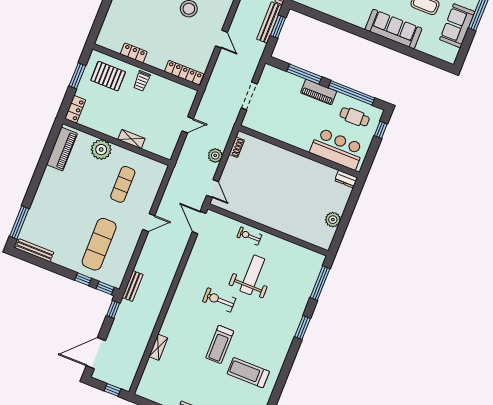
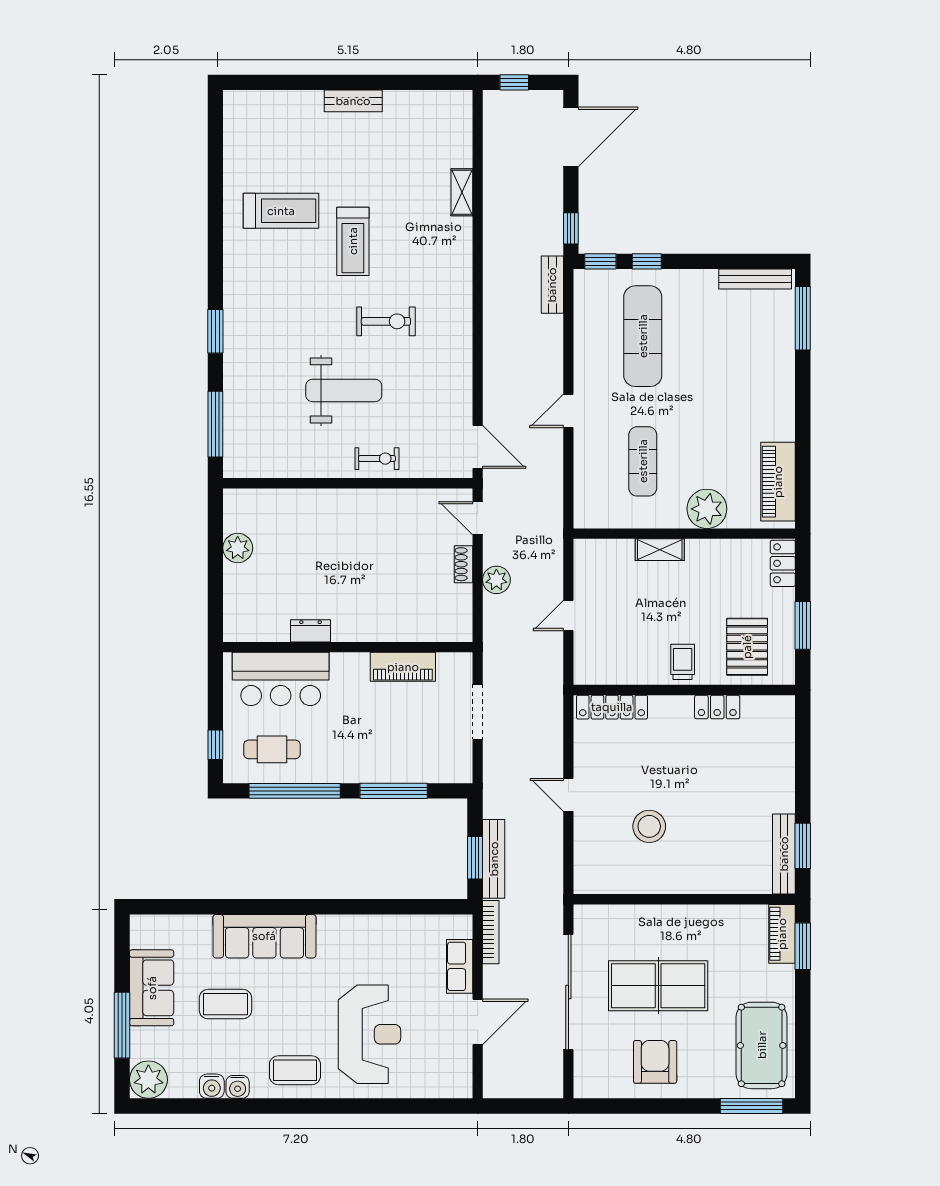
pallet: (108, 76) -> (747, 647), turned 90
piano: (319, 92) -> (403, 667), moved, turned 180
shoe rack: (237, 147) -> (463, 564), moved
dresser: (346, 179) -> (310, 631), moved
weight bench: (252, 275) -> (344, 390), turned -90
treadmill: (220, 344) -> (353, 241), turned 180

